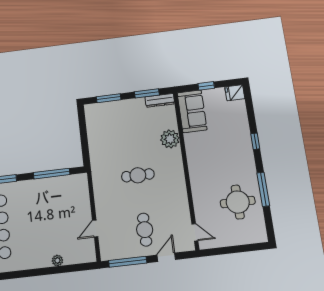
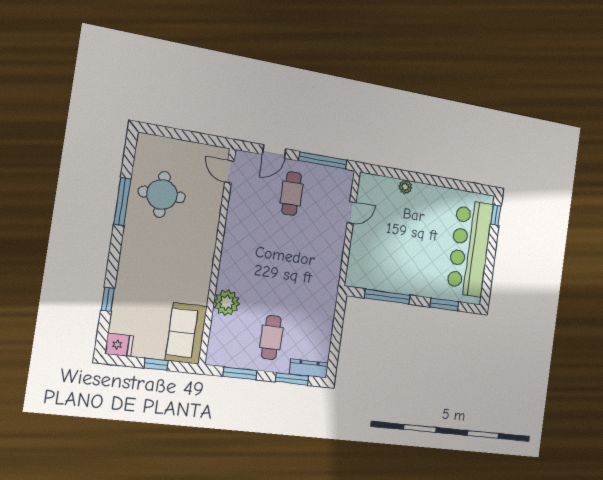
dresser: (160, 100) -> (309, 368), moved
window: (255, 141) -> (108, 299), moved
cafe table: (138, 175) -> (271, 337), moved, turned 90

